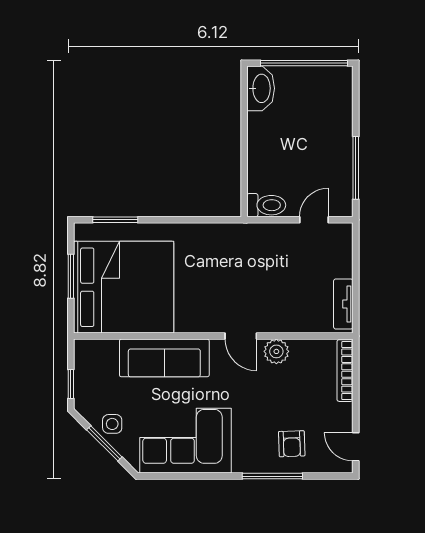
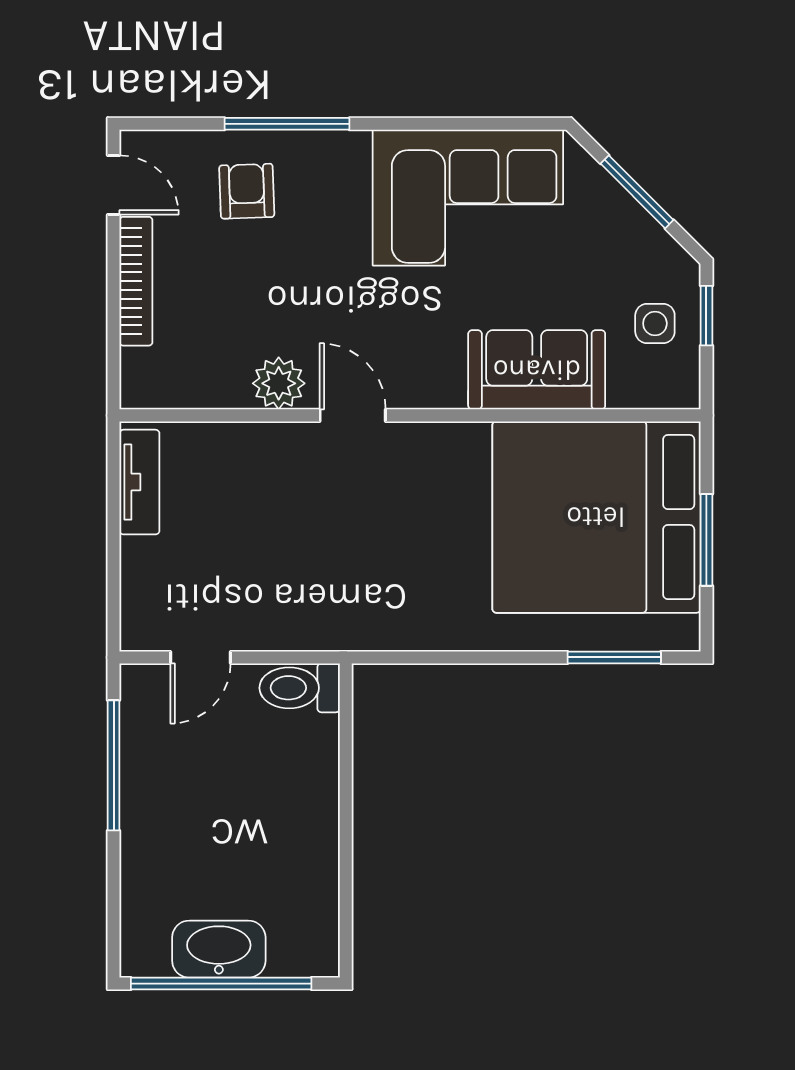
washbasin: (261, 88) -> (219, 949), moved, turned 90
sofa: (164, 358) -> (537, 370), width x0.73
bookcase: (345, 371) -> (136, 281), moved
side table: (112, 424) -> (655, 323), moved

